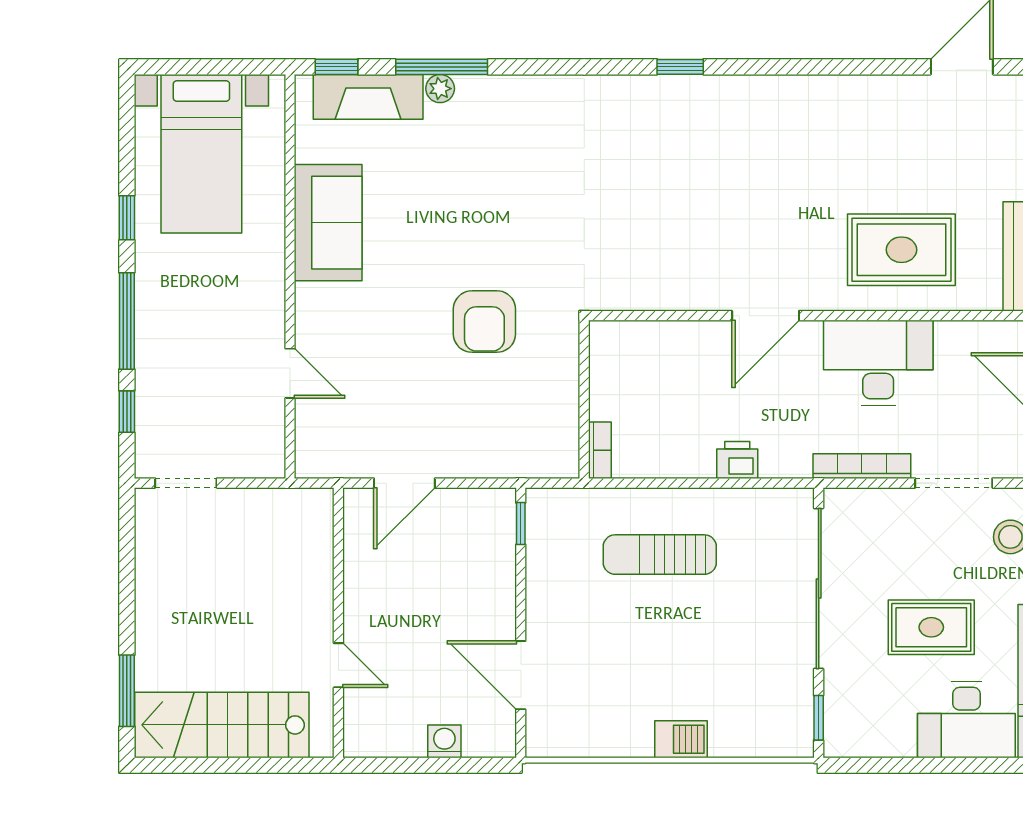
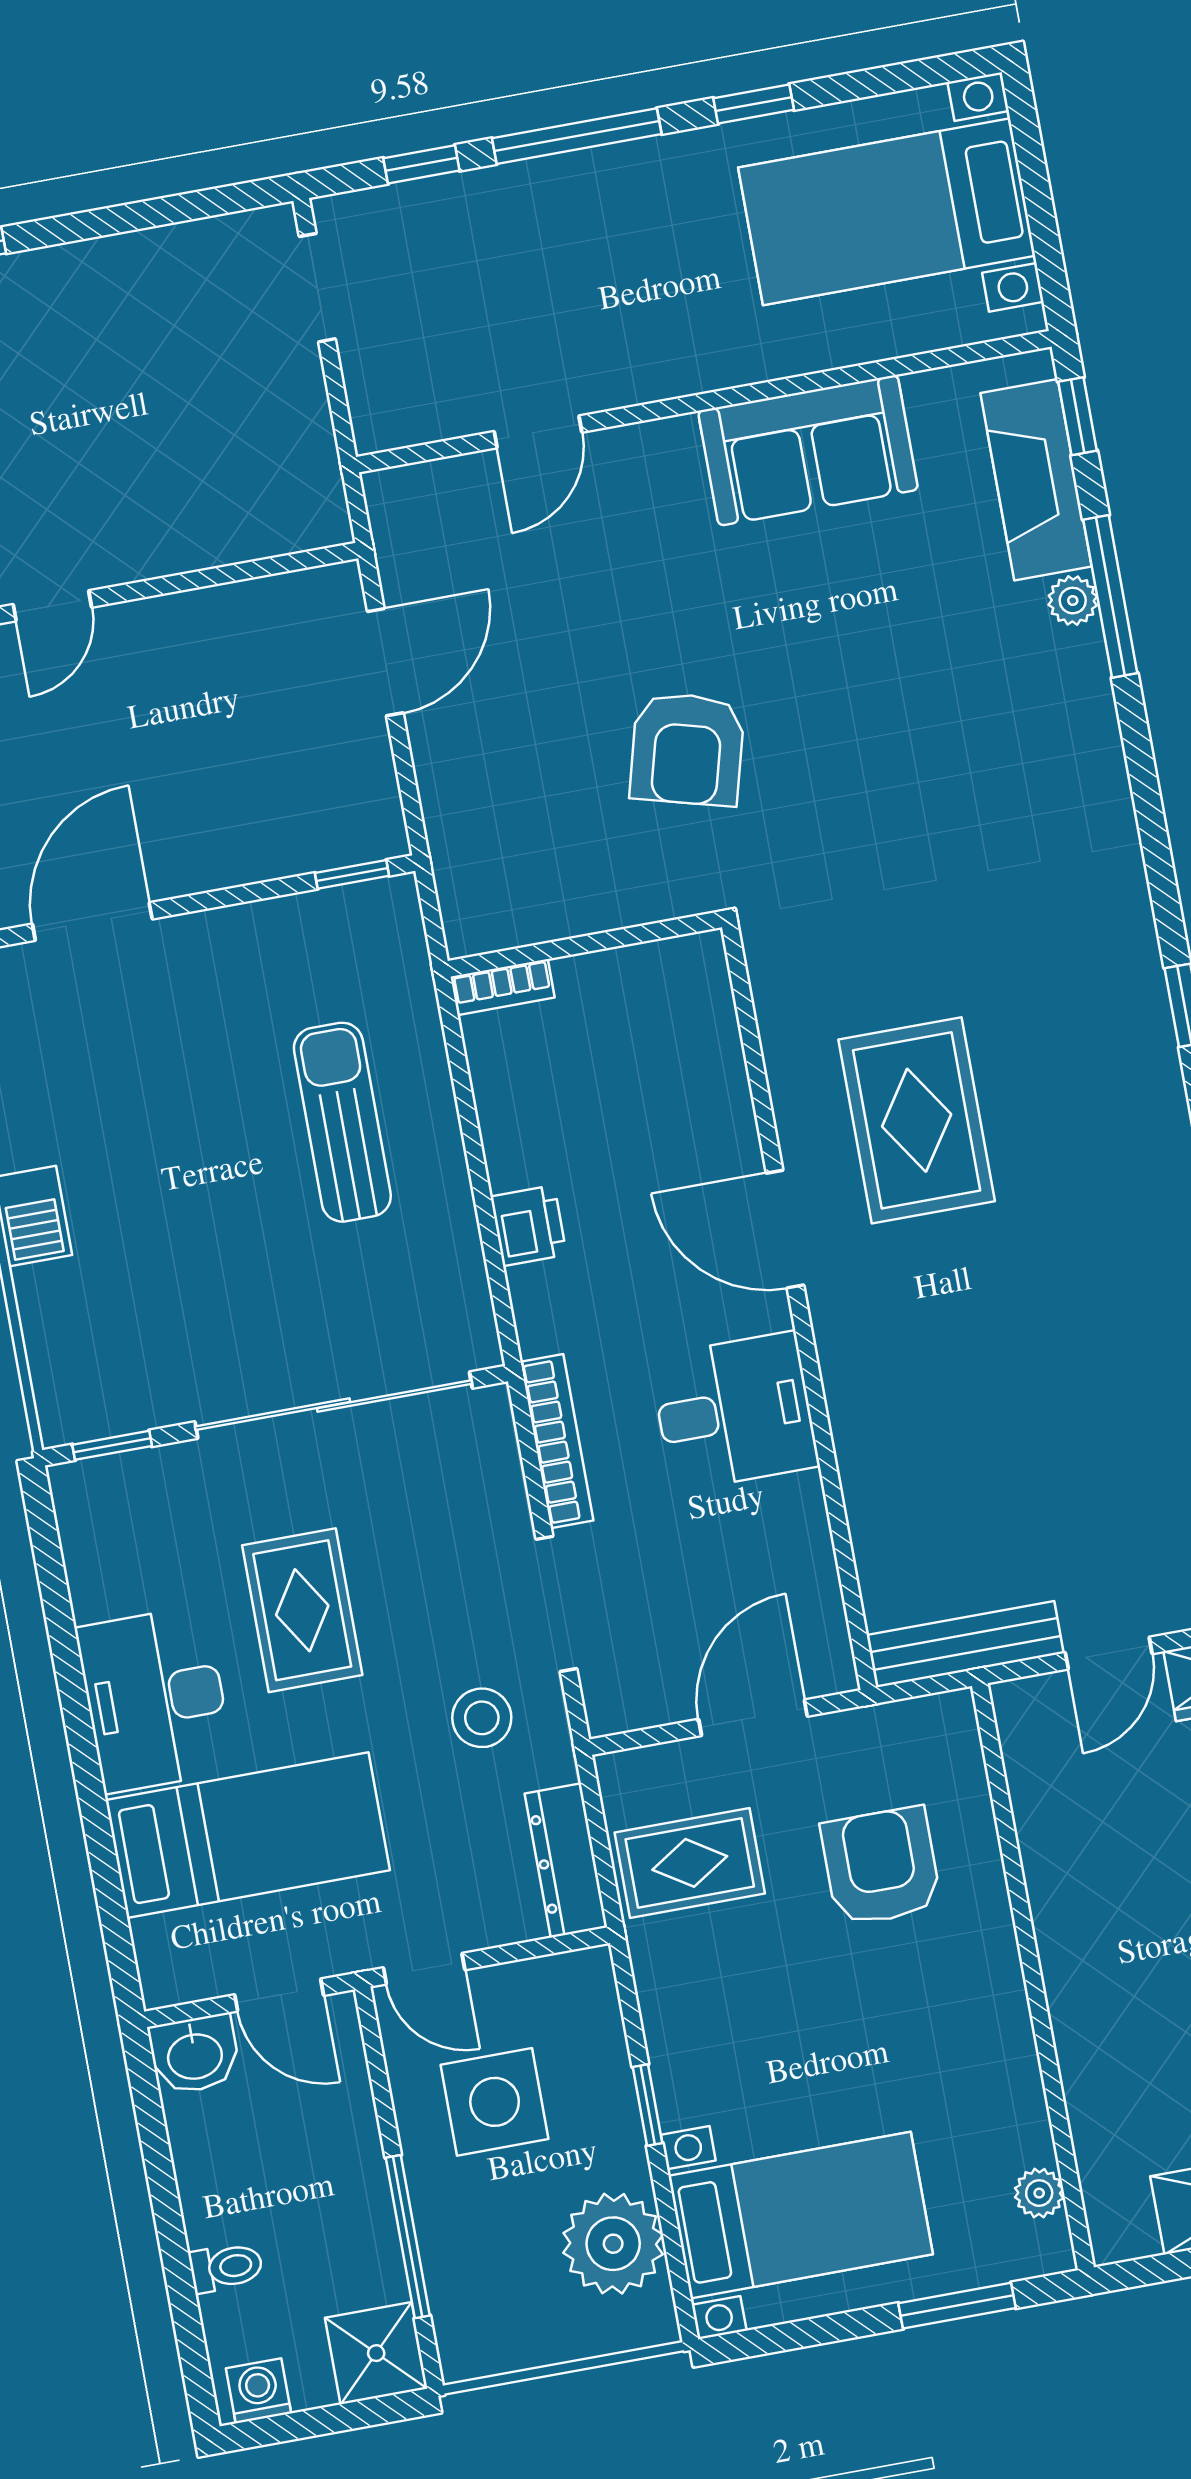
rug: (901, 250) -> (917, 1120), moved
armchair: (484, 322) -> (687, 749), turned -75
desk: (878, 363) -> (734, 1412), width x0.73
door: (404, 483) -> (385, 662), swing flipped

